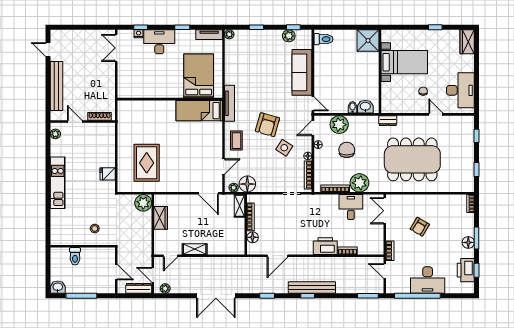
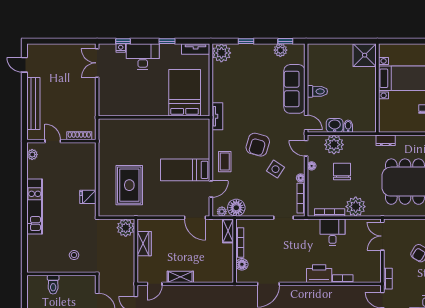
plant: (229, 34) -> (221, 53), width x1.88, depth x1.88
toilet: (324, 39) -> (317, 91), moved
tv unit: (230, 103) -> (217, 116), width x0.71
washbasin: (365, 107) -> (335, 125), moved
bed: (199, 111) -> (185, 170), moved
door: (313, 128) -> (306, 148), hinge flipped
desk: (351, 207) -> (333, 232), moved

